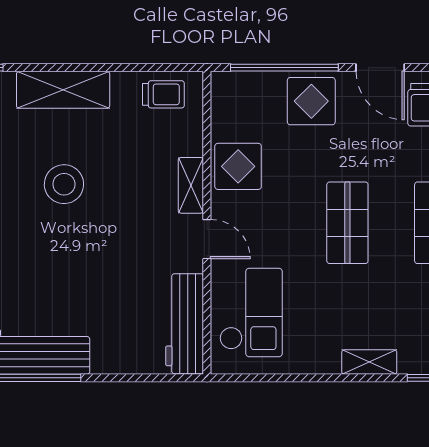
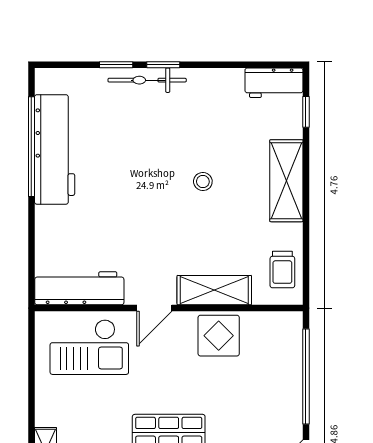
display table: (311, 101) -> (276, 400), removed
stool: (64, 184) -> (203, 182), width x0.53, depth x0.53
shelving: (191, 185) -> (214, 290), width x1.50, depth x1.33

